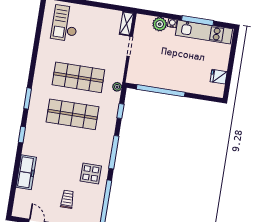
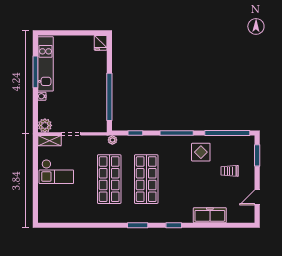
checkout: (65, 23) -> (56, 172), moved
plant: (160, 24) -> (45, 125), moved
fridge: (219, 77) -> (101, 43), moved

